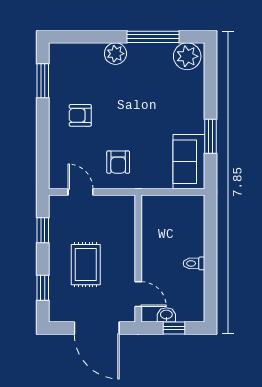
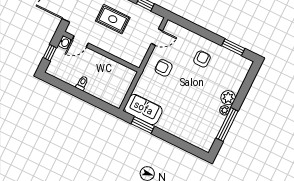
plant: (187, 56) -> (225, 110), moved, width x0.53, depth x0.53
window: (211, 136) -> (143, 125), moved
washbasin: (166, 315) -> (65, 42), moved

